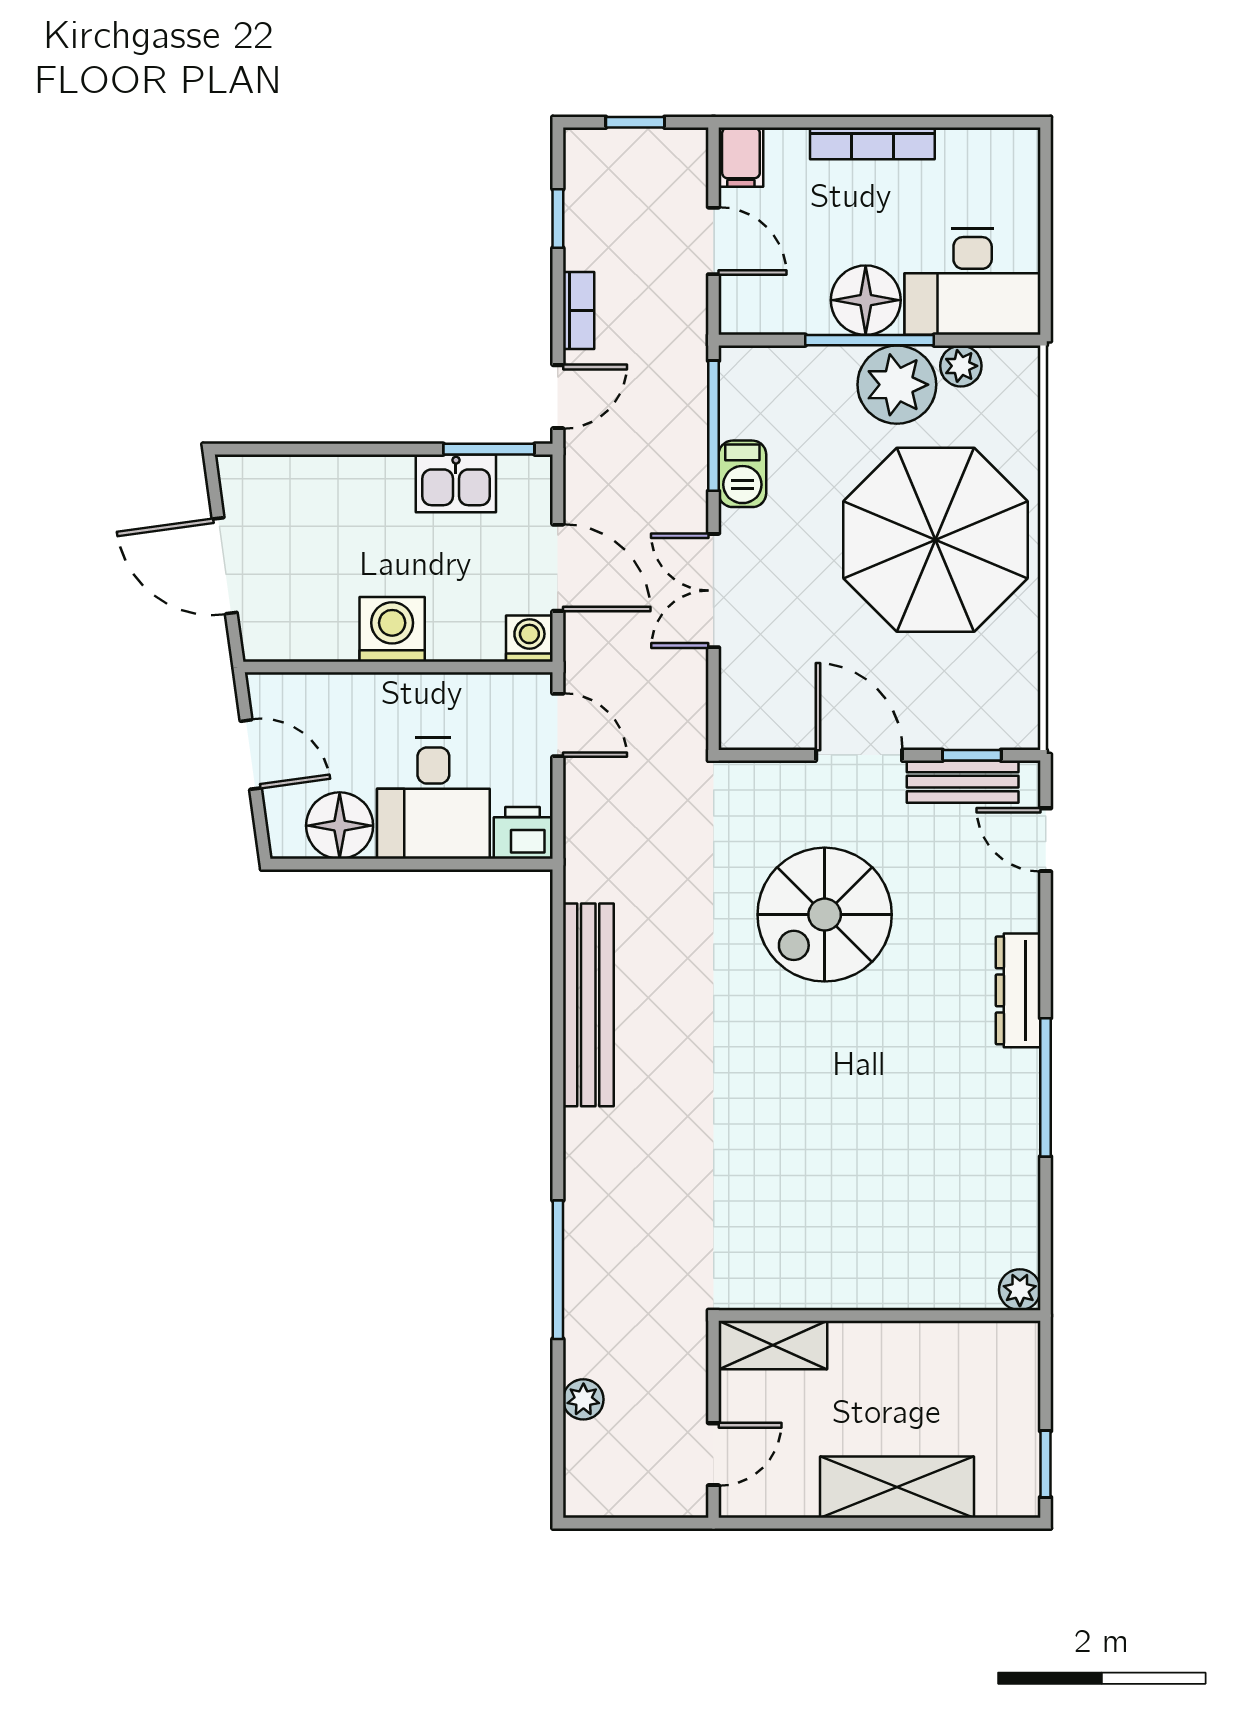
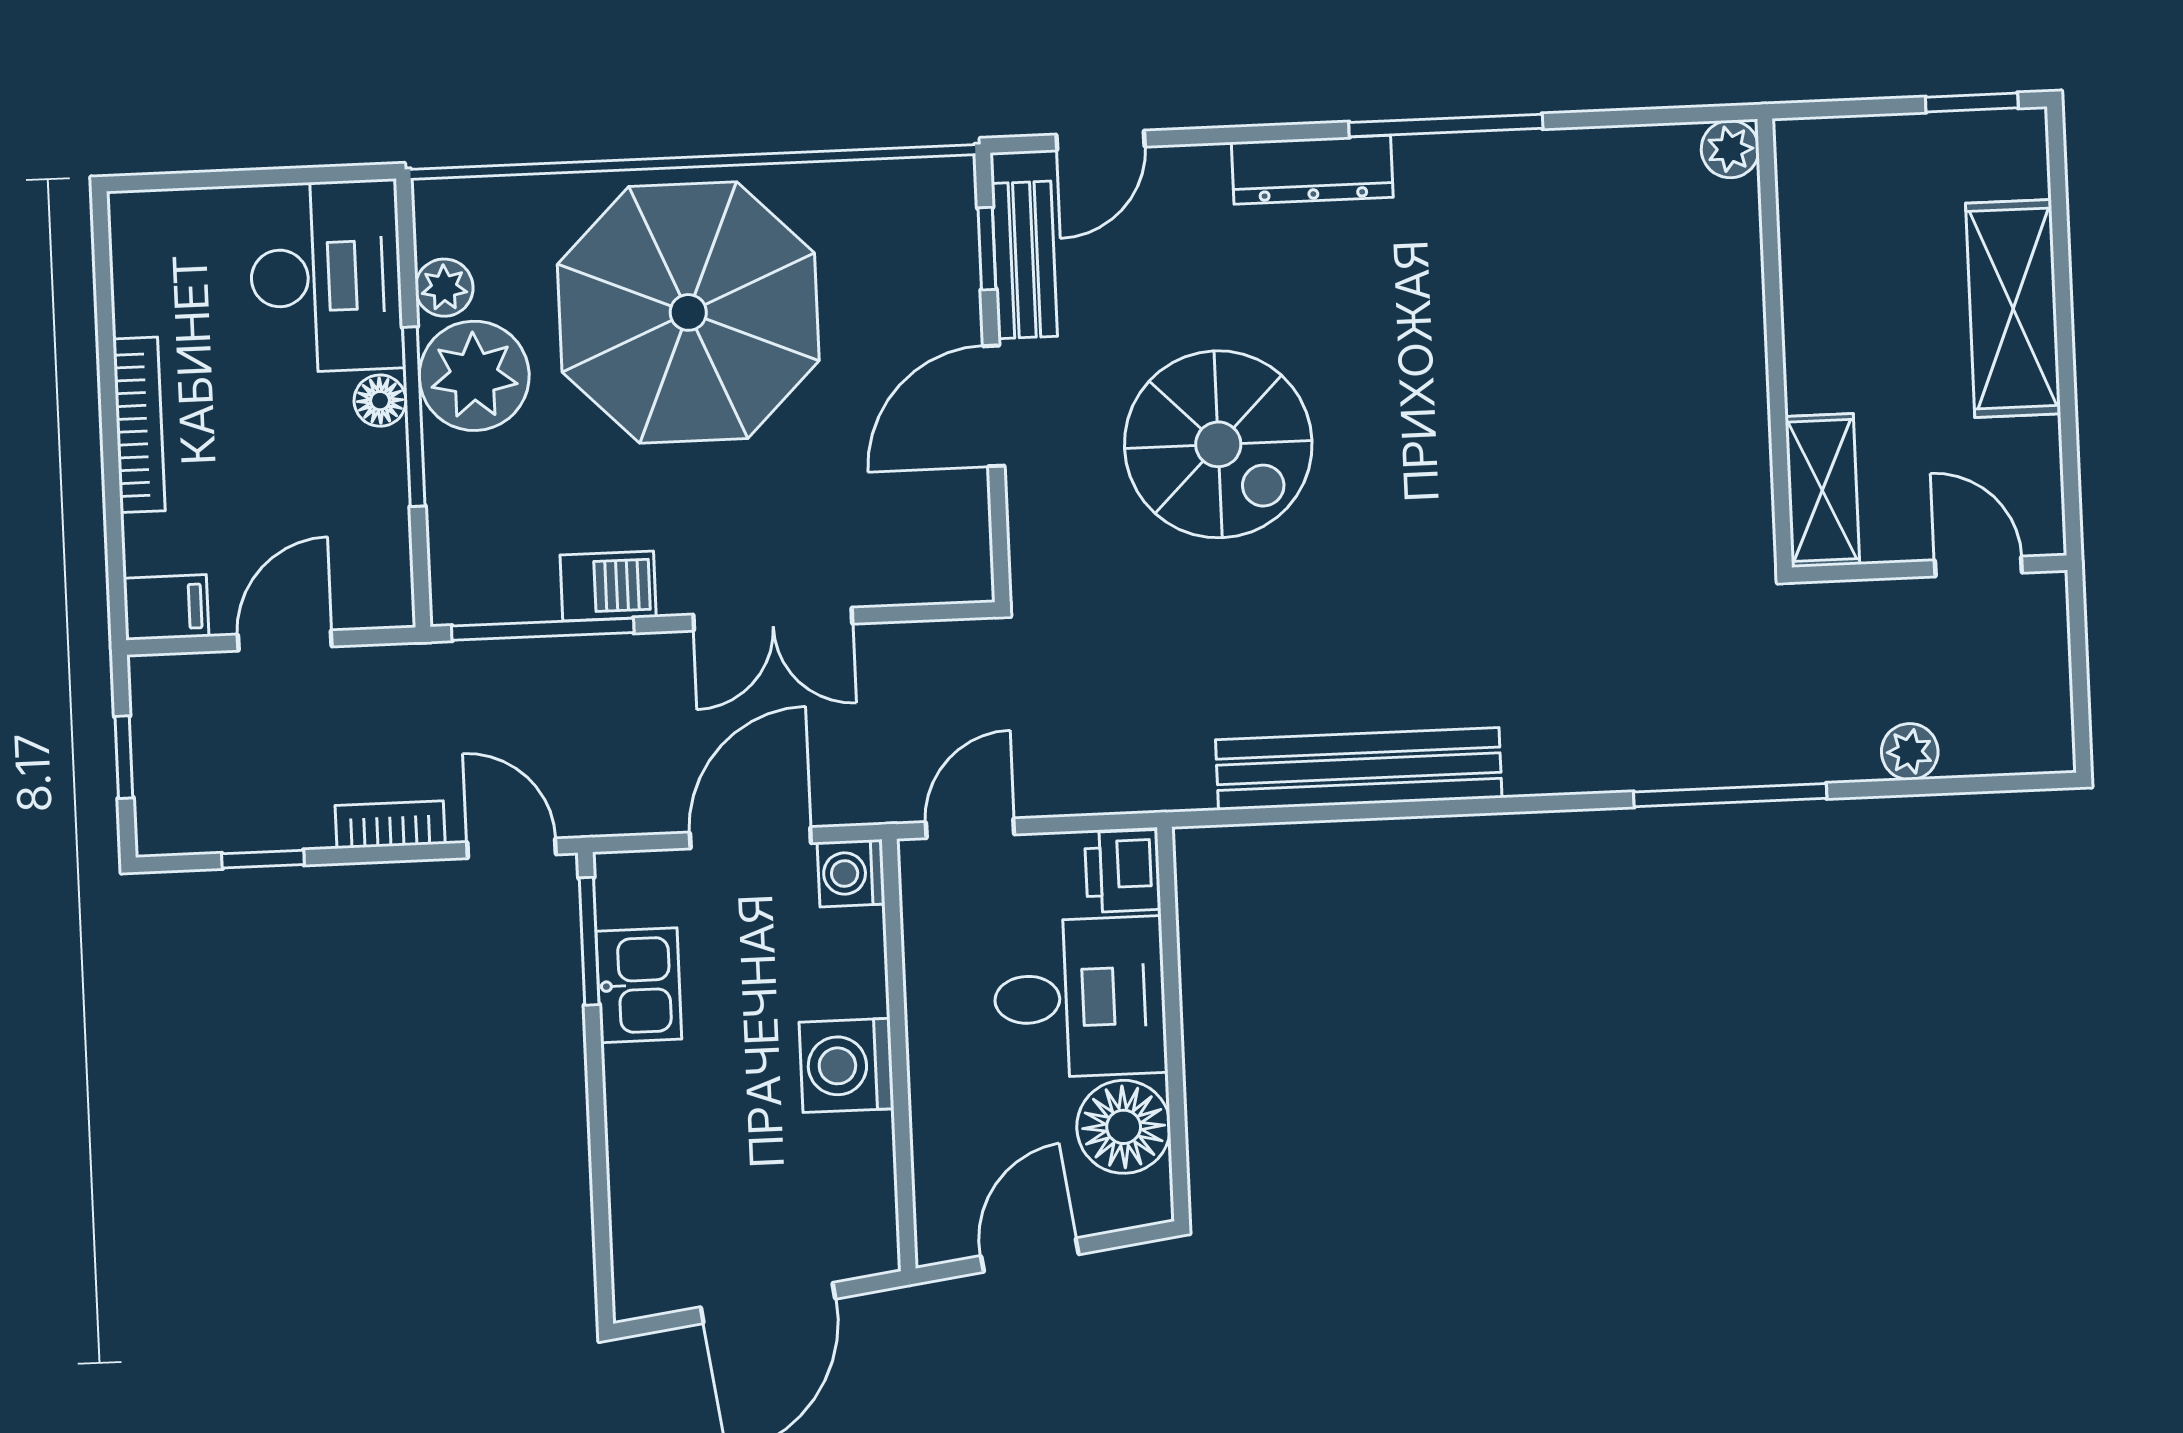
floor lamp: (866, 300) -> (380, 401), width x0.53, depth x0.53

